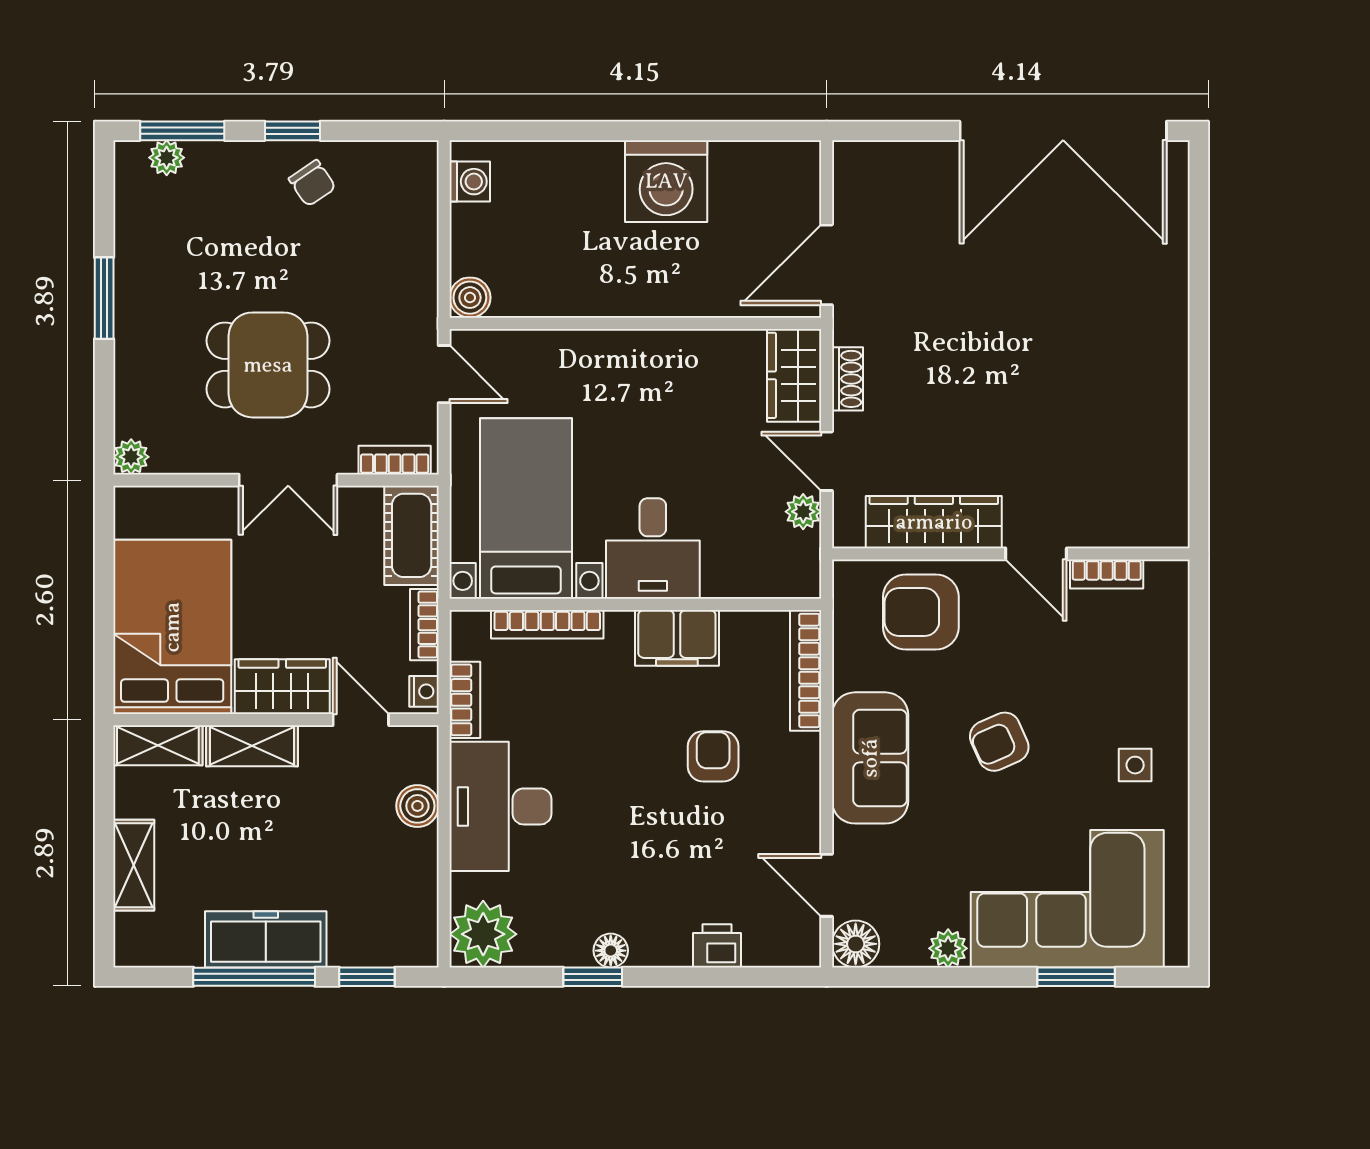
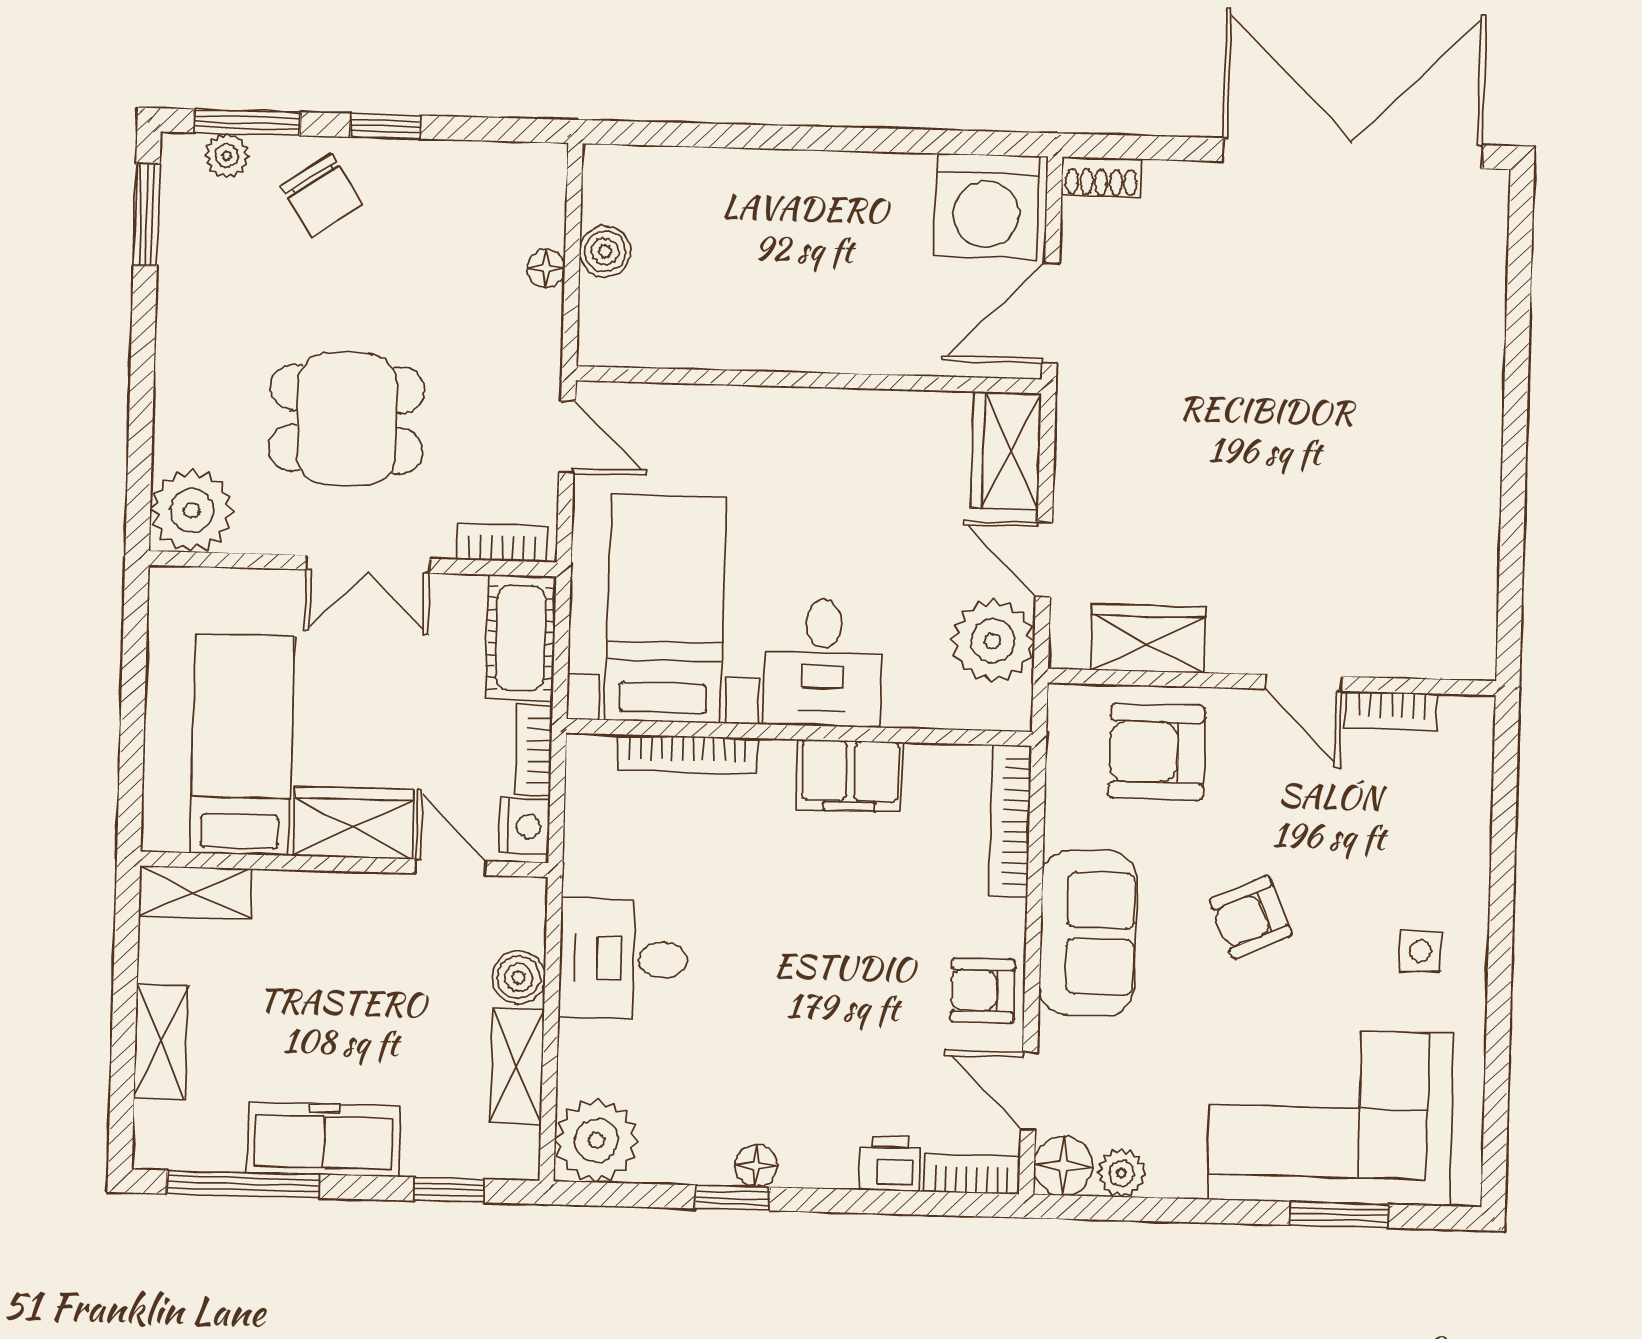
double door: (1063, 131) -> (1352, 153), swing flipped
washing machine: (666, 181) -> (987, 206), moved
washing machine: (470, 182) -> (606, 196), removed
chair: (312, 183) -> (322, 195), moved, width x1.37, depth x1.37
floor lamp: (423, 241) -> (546, 268), added
window: (104, 298) -> (147, 215), moved
boiler: (470, 298) -> (605, 251), moved
shoe rack: (848, 379) -> (1101, 177), moved, turned 90
plant: (131, 457) -> (192, 510), width x1.88, depth x1.88
plant: (803, 512) -> (993, 641), width x1.87, depth x1.87
wardrobe: (934, 522) -> (1148, 639), width x0.67
bed: (172, 627) -> (242, 745), width x0.67
nightstand: (424, 691) -> (525, 826), width x1.39, depth x1.35
bookcase: (465, 700) -> (972, 1174), moved, turned -90
shelving: (252, 746) -> (517, 1066), moved, turned 90
armchair: (713, 756) -> (983, 991), moved, turned -90
desk: (500, 806) -> (623, 959), width x0.73
plant: (948, 948) -> (1122, 1173), moved
window: (254, 977) -> (243, 1184), moved

